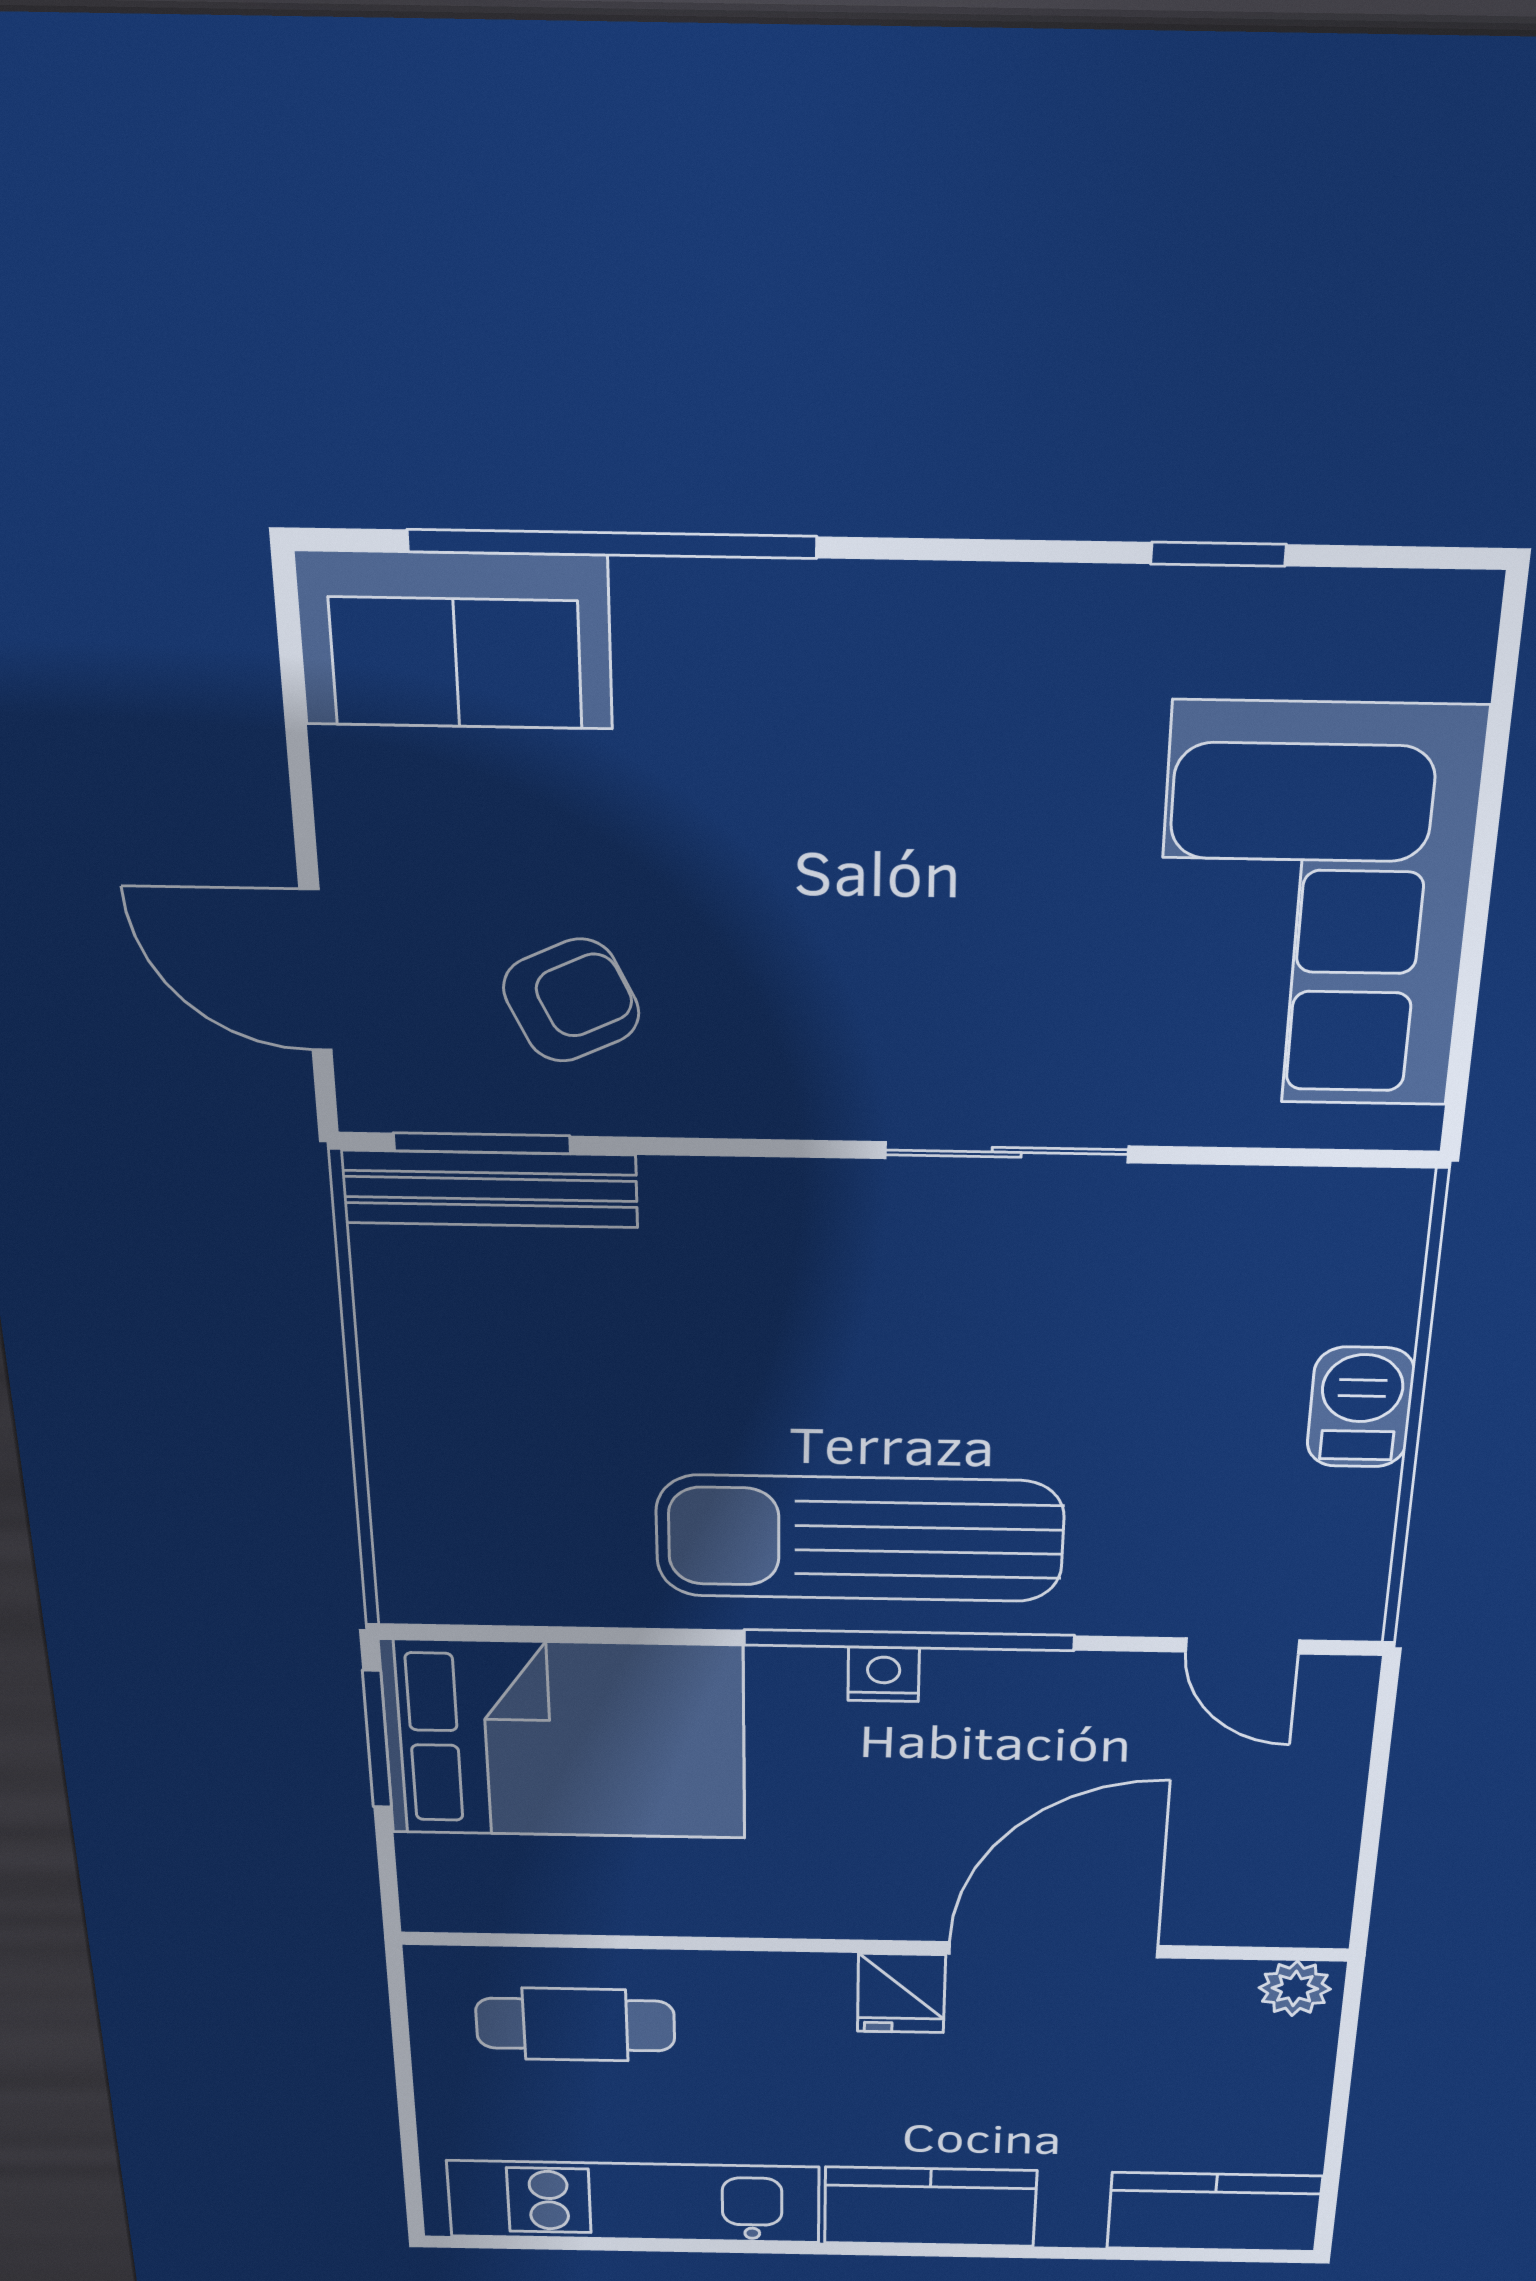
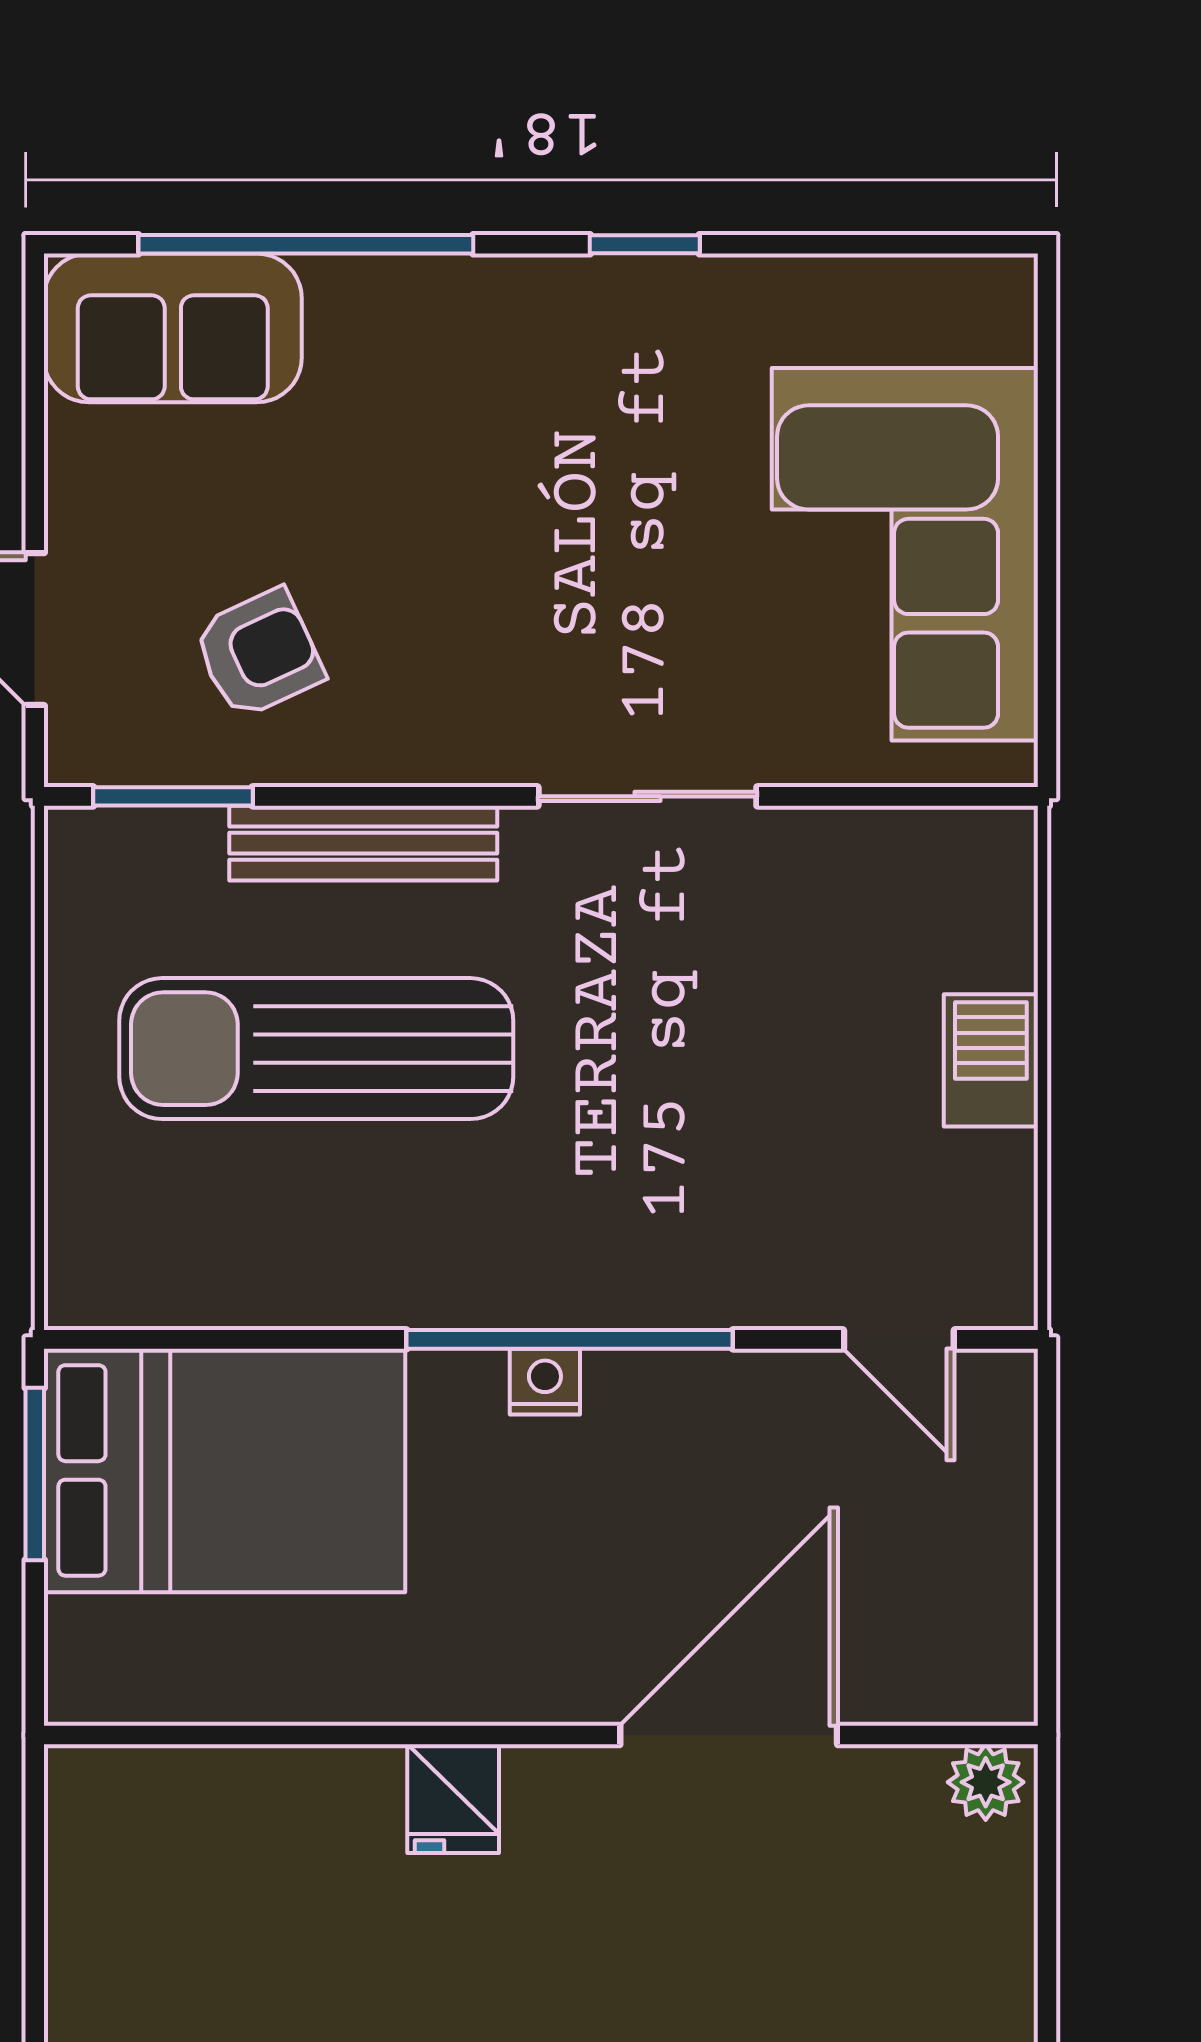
window: (1218, 554) -> (645, 244), moved
bench: (490, 1189) -> (363, 843), moved
sun lounger: (860, 1539) -> (316, 1049), moved
fridge: (901, 1993) -> (453, 1799), moved
cafe table: (575, 2025) -> (223, 1851), removed

